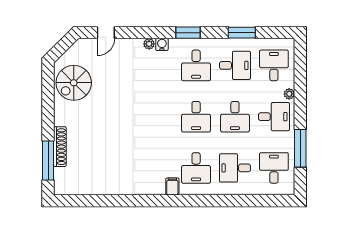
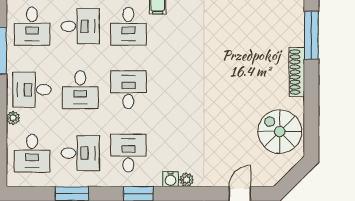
desk: (235, 65) -> (80, 153), turned 180
spiral stairs: (74, 83) -> (280, 132), turned -90
desk: (235, 117) -> (80, 90), turned 180
shoe rack: (60, 147) -> (297, 72), moved
desk: (196, 168) -> (128, 26), turned 180

